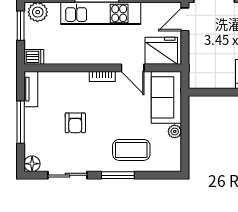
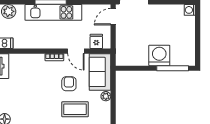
fridge: (161, 51) -> (96, 41), width x0.53, depth x0.75
armchair: (75, 123) -> (69, 84), moved, turned 180

